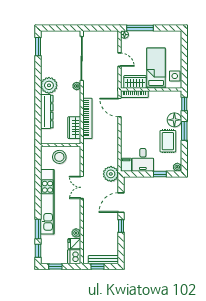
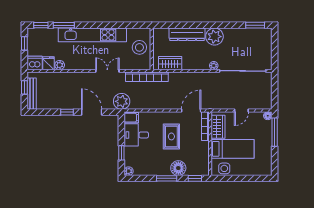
bookcase: (87, 118) -> (147, 77), moved
rug: (168, 141) -> (171, 136), moved, turned 90

